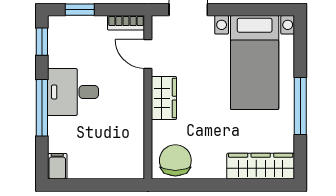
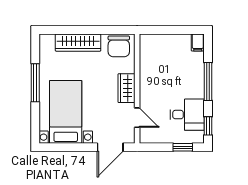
bookcase: (126, 23) -> (152, 138), removed
desk: (73, 92) -> (187, 115), moved
wardrobe: (261, 166) -> (78, 43), moved

